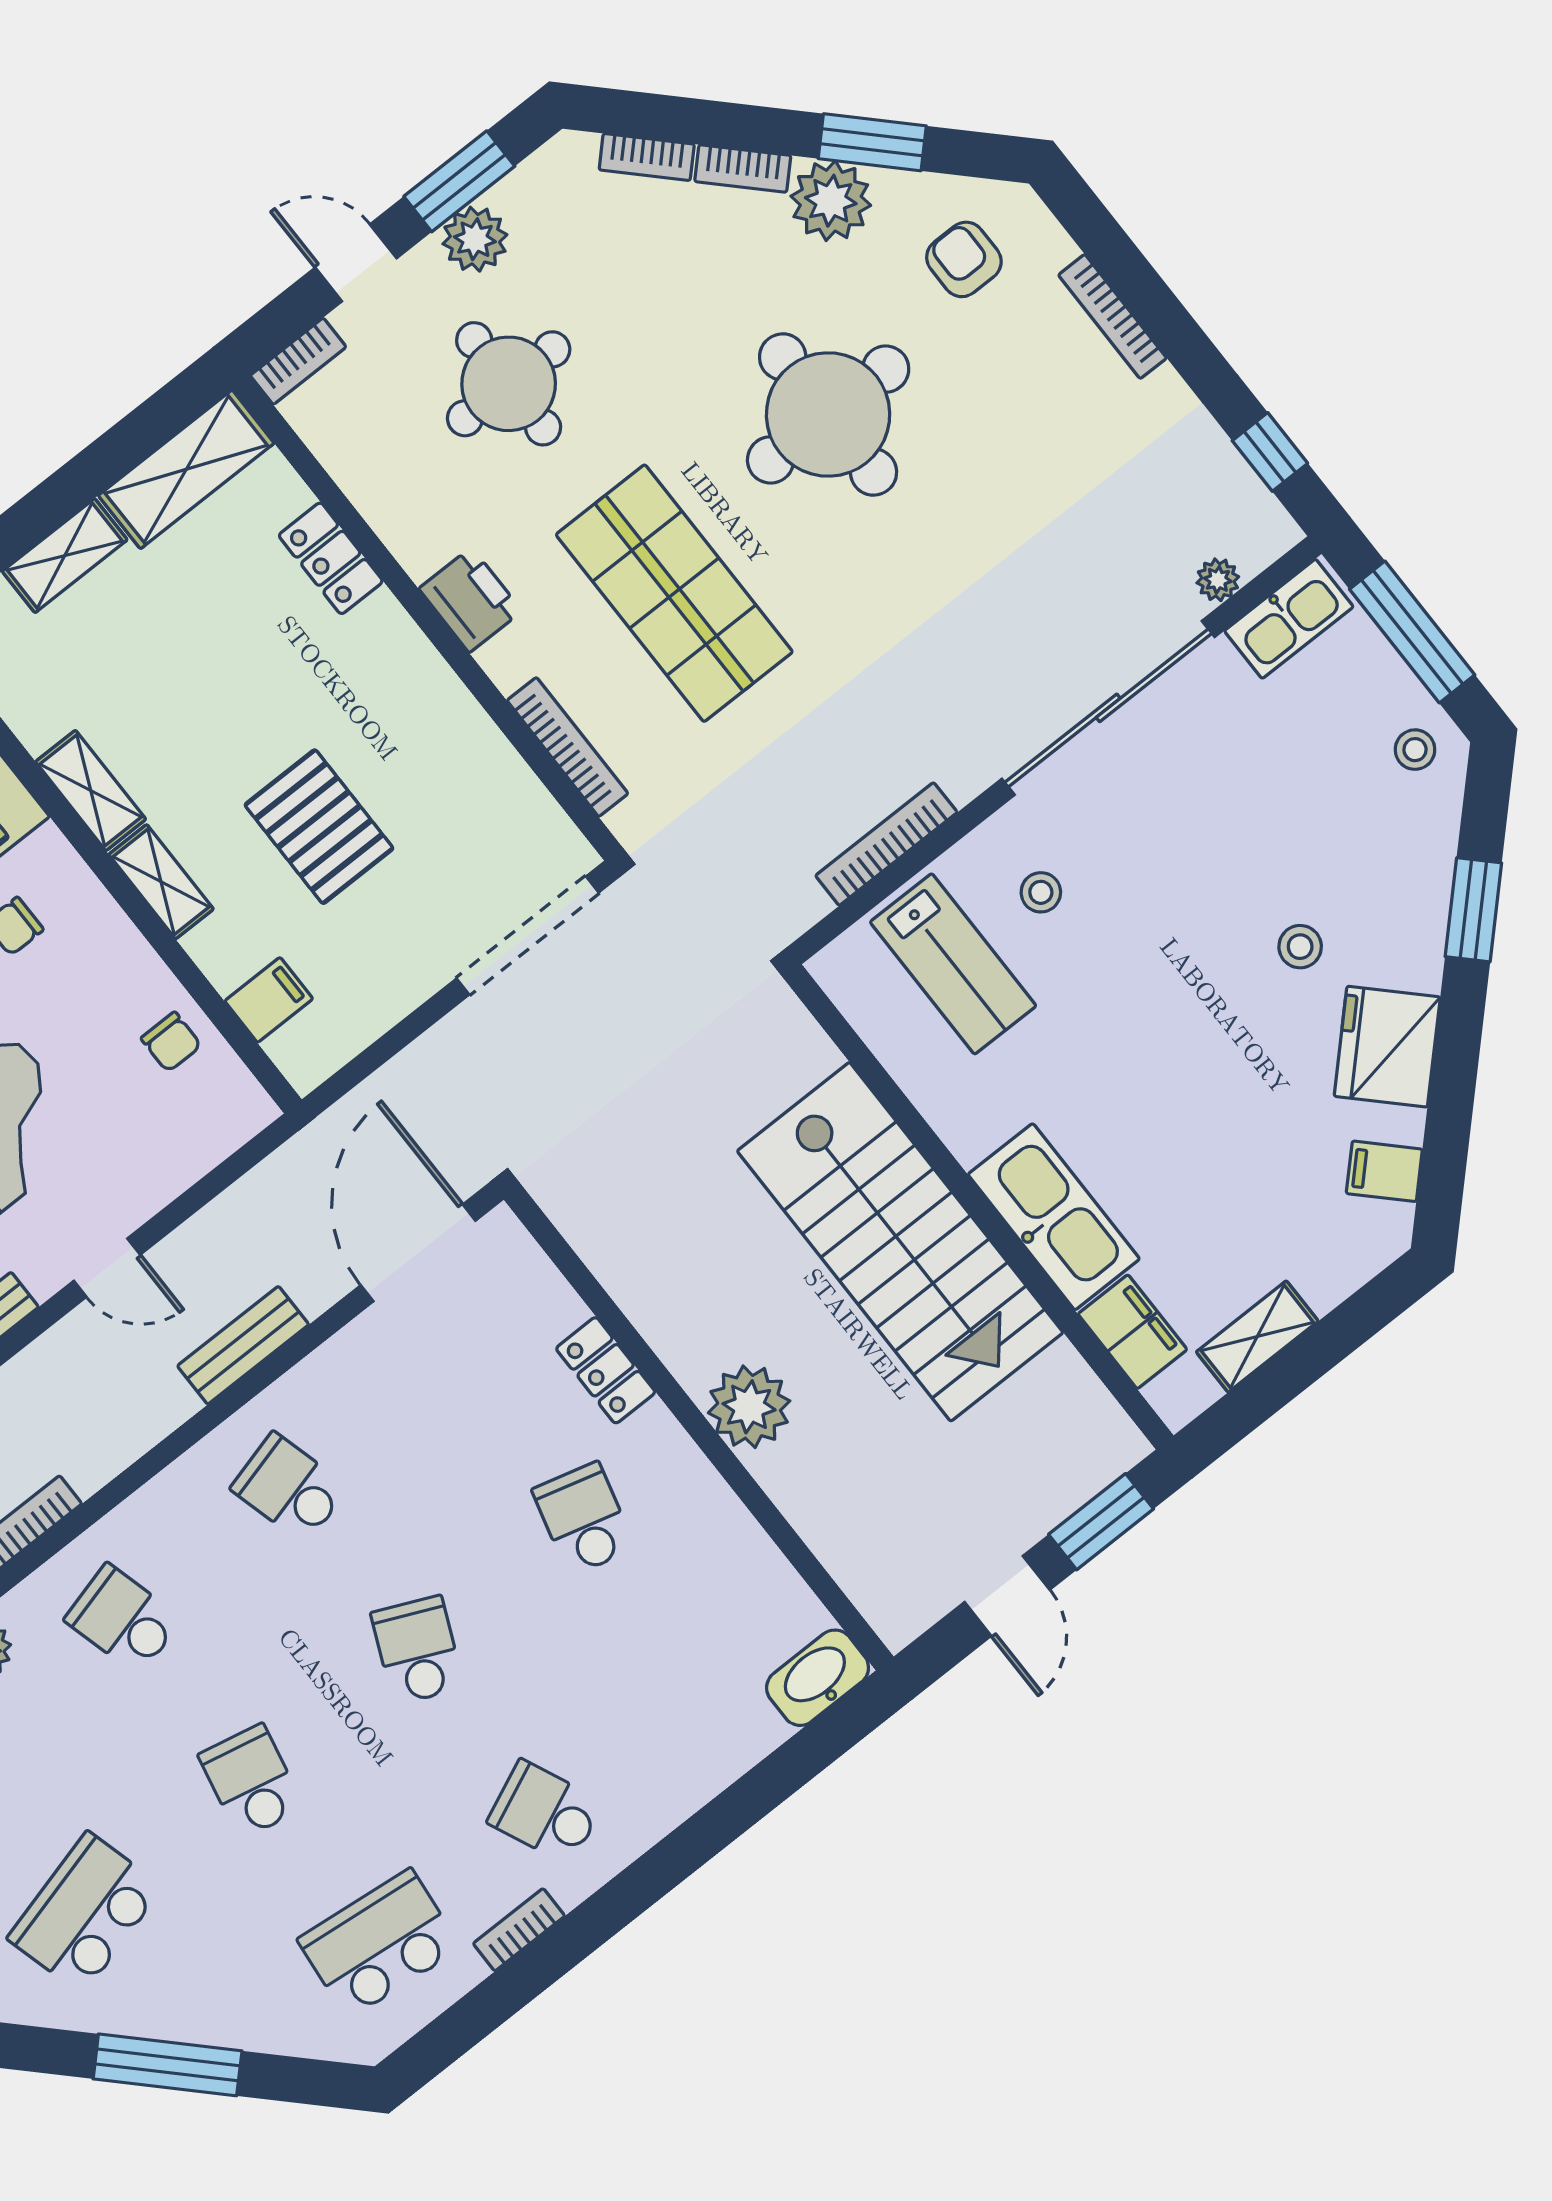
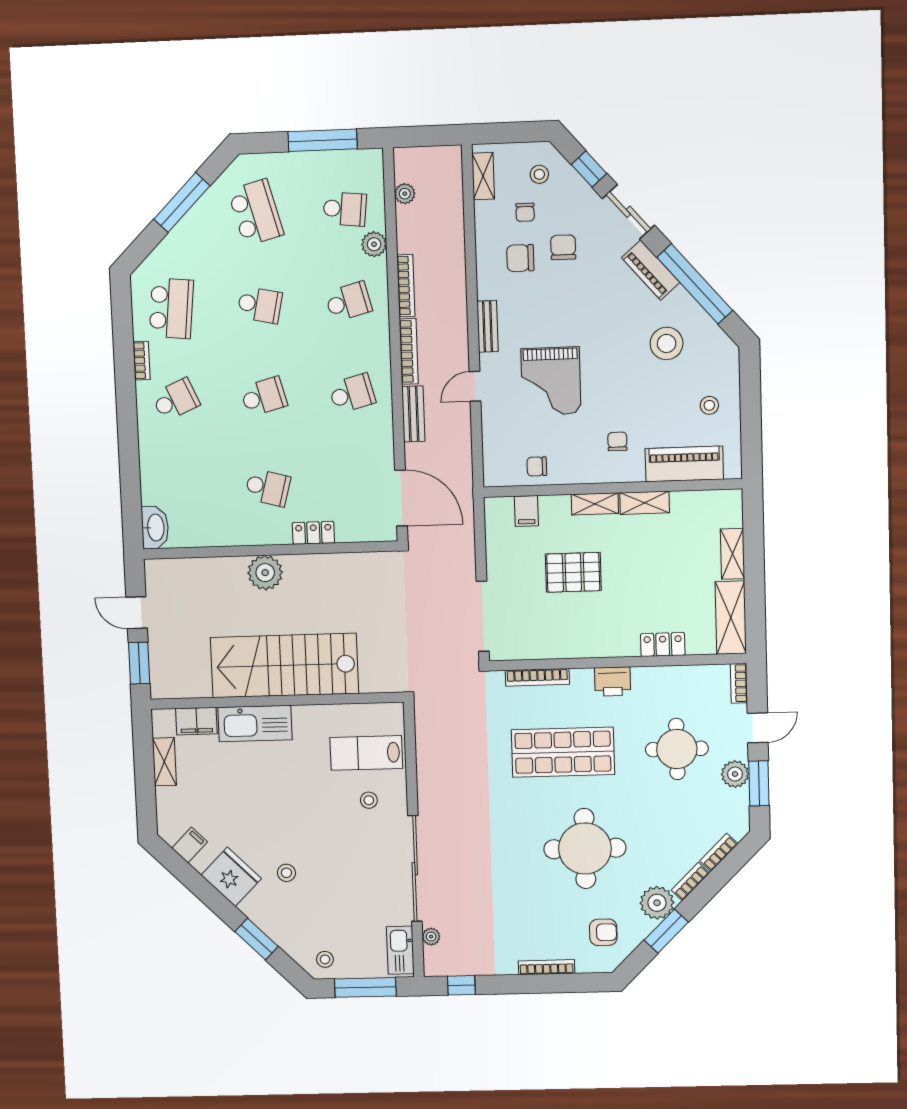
bookcase: (886, 844) -> (409, 351), moved
school desk: (417, 1650) -> (264, 397), turned -39

